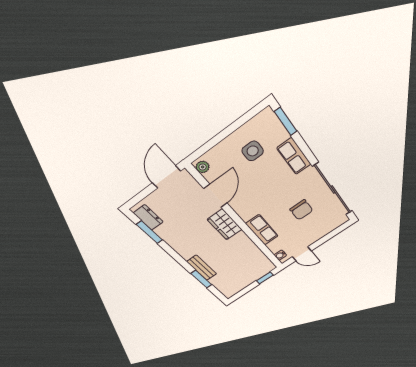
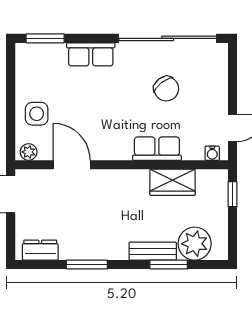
side table: (253, 151) -> (37, 114), moved
chair: (301, 210) -> (166, 89), turned 52
wardrobe: (225, 224) -> (173, 182), moved
window: (149, 232) -> (87, 265), moved
plant: (223, 281) -> (195, 244), added

